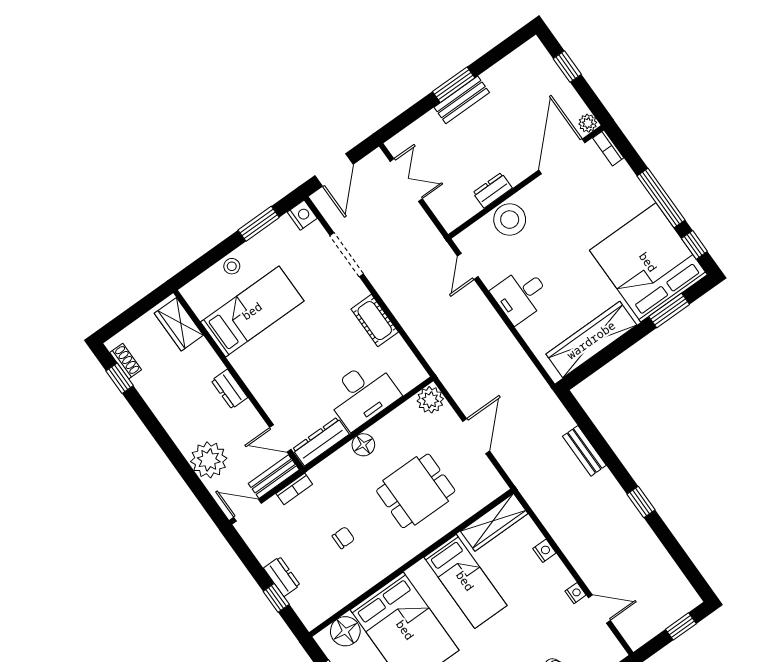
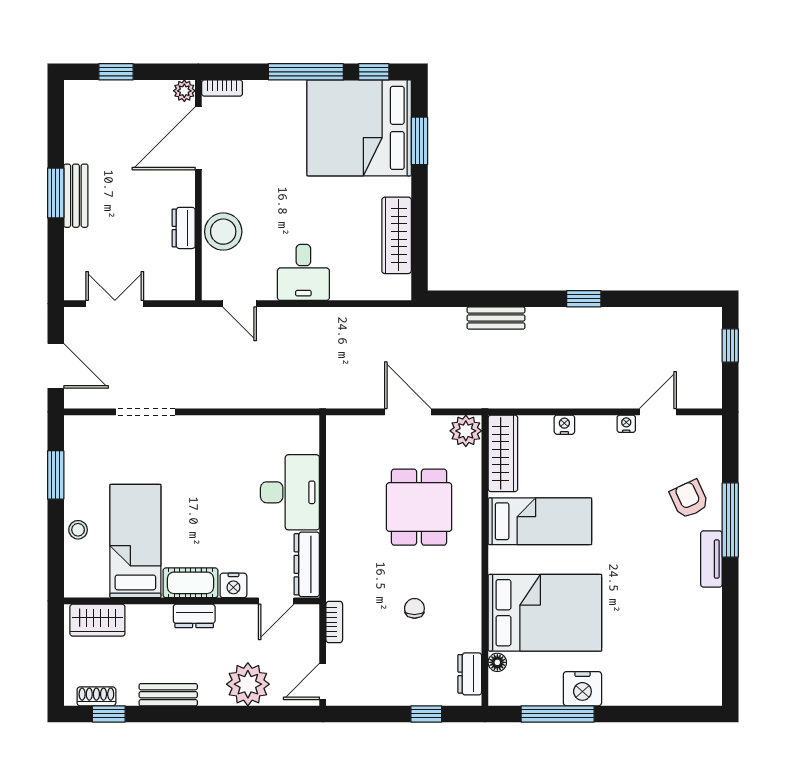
door: (562, 156) -> (198, 138), hinge flipped
nightstand: (302, 215) -> (233, 585), moved, turned 180
cot: (375, 321) -> (190, 583), moved
wardrobe: (591, 340) -> (397, 235), width x0.71, depth x0.85
plant: (430, 400) -> (466, 431), moved
floor lamp: (363, 445) -> (339, 526), removed
bench: (274, 477) -> (168, 695), moved, turned 90
dresser: (282, 577) -> (470, 674), moved, turned -90
floor lamp: (345, 631) -> (497, 662), width x0.53, depth x0.53

